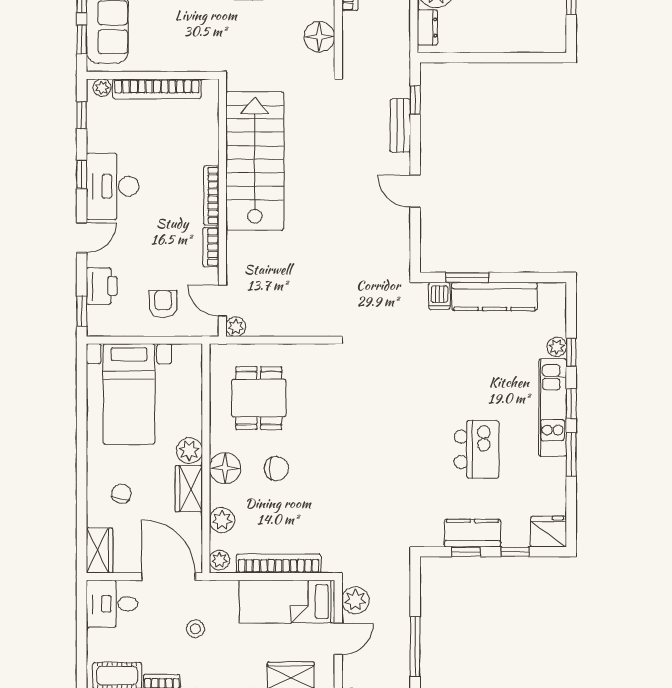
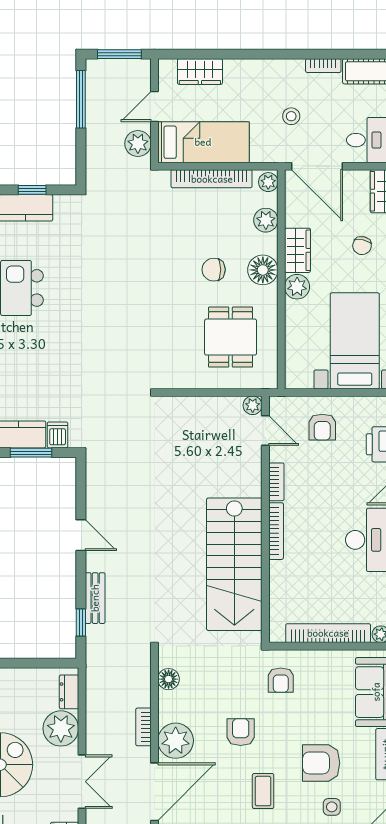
floor lamp: (319, 37) -> (169, 679), width x0.73, depth x0.73
armchair: (206, 40) -> (281, 680), added

